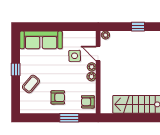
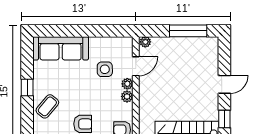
window: (138, 27) -> (188, 31), width x2.17
door: (98, 53) -> (136, 66), swing flipped

